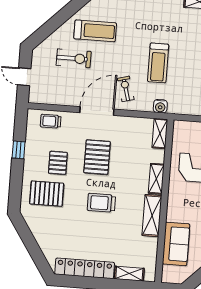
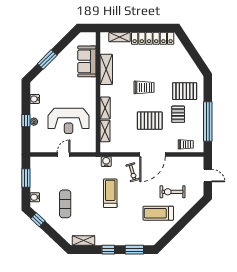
shelving: (160, 134) -> (105, 131), moved
window: (19, 150) -> (208, 122), width x3.17
pallet: (97, 157) -> (150, 121), turned 90
shelving: (152, 216) -> (106, 69), moved

